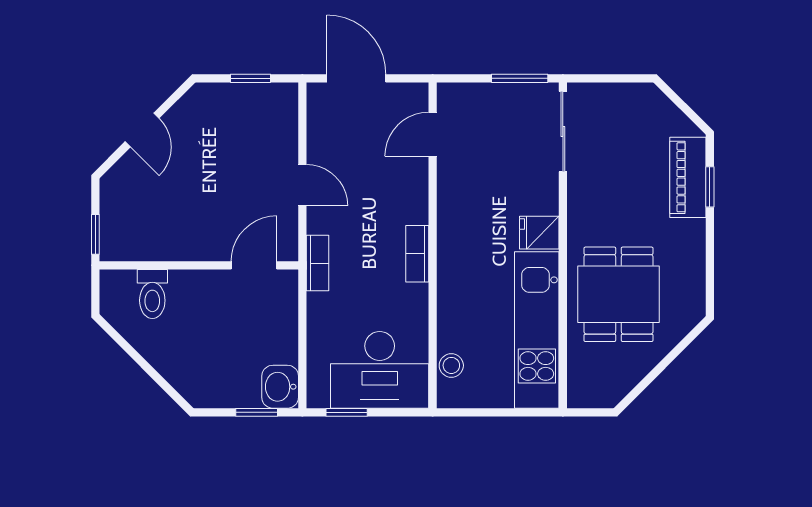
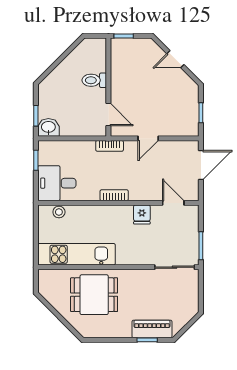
fridge: (539, 233) -> (142, 214), moved, turned 180
toilet: (152, 294) -> (94, 80), moved
desk: (380, 370) -> (57, 183), width x0.73

